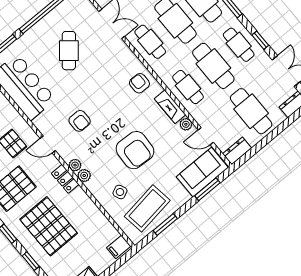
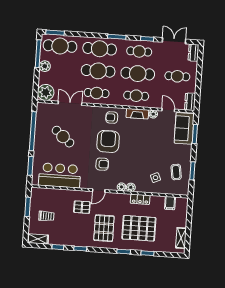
cafe table: (251, 111) -> (177, 76), width x0.73, depth x0.74
door: (206, 136) -> (168, 110), swing flipped
armchair: (135, 150) -> (108, 141), moved, turned -93
locker: (65, 179) -> (140, 199), moved
coffee table: (147, 208) -> (176, 172), width x0.54, depth x0.58
filing cabinet: (119, 247) -> (170, 203), moved

